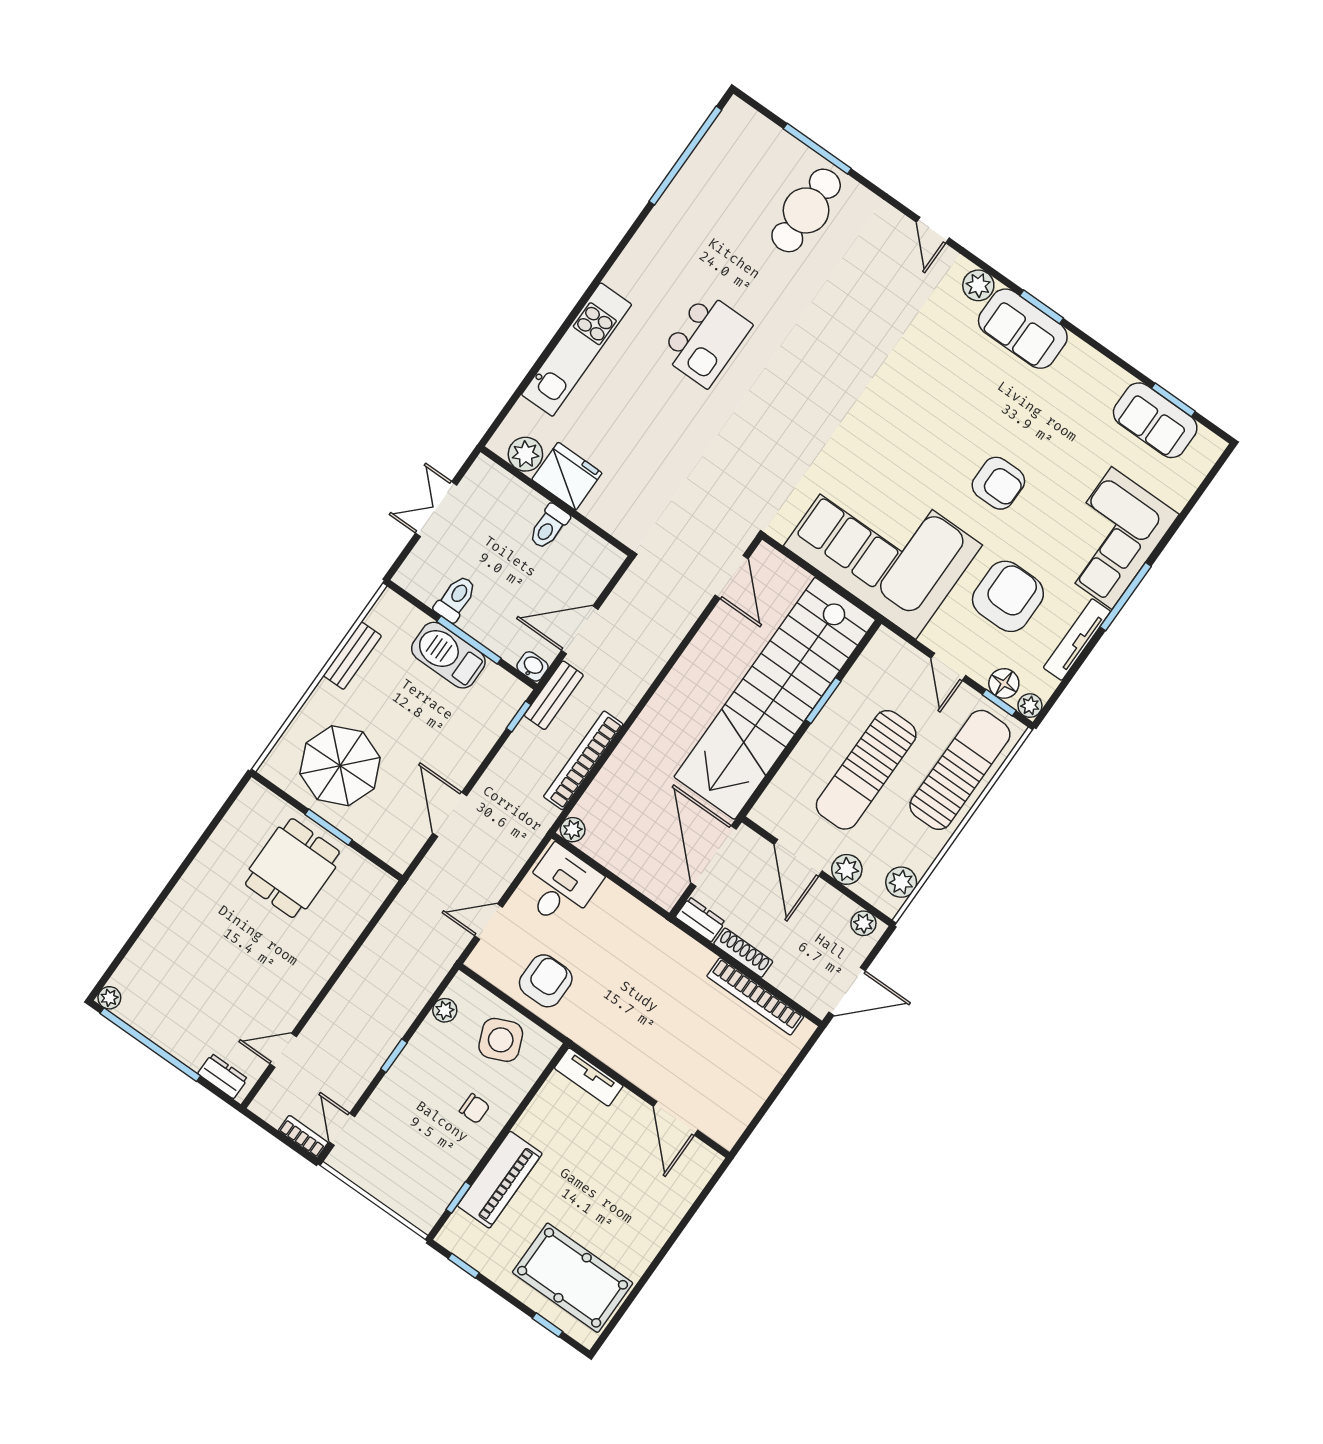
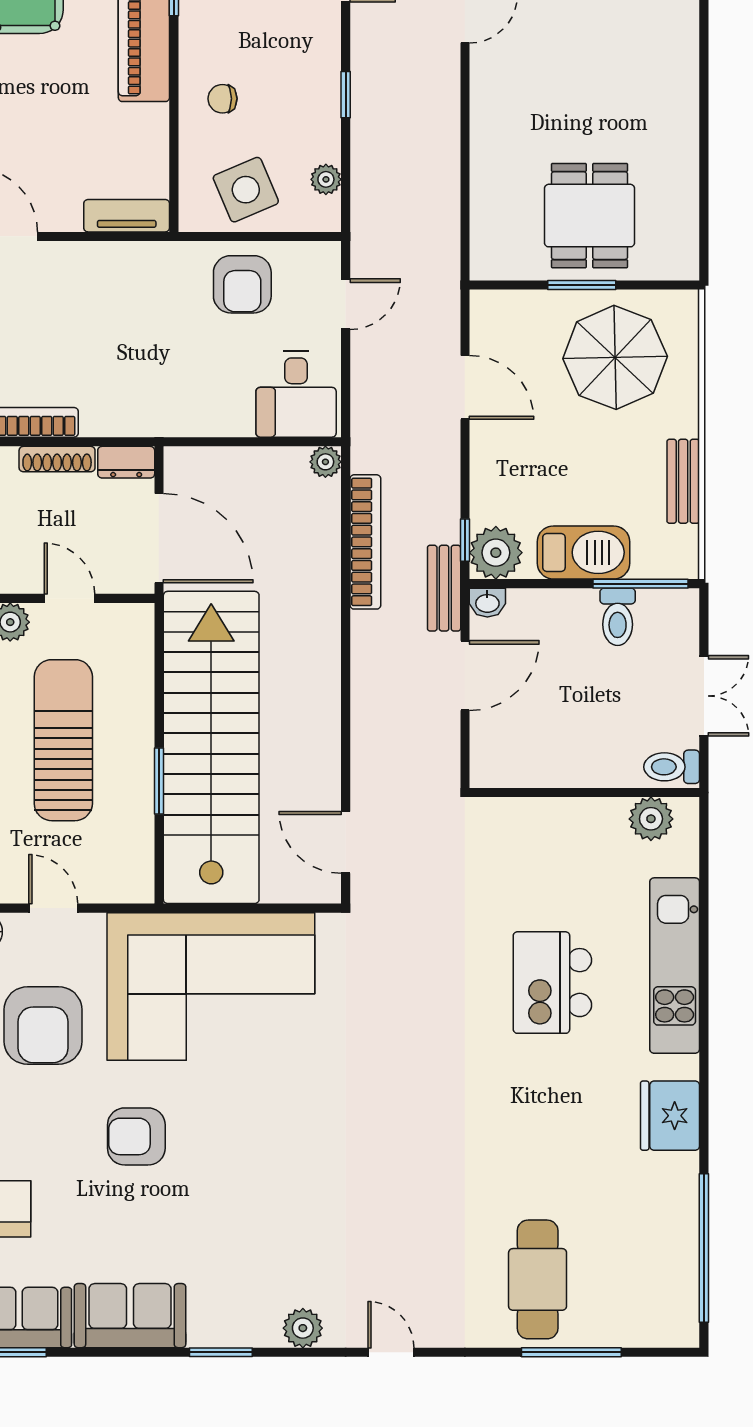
sofa: (1023, 329) -> (130, 1316), moved
kitchen island: (706, 340) -> (552, 983), moved
fridge: (567, 476) -> (670, 1116), moved, turned 90
toilet: (549, 527) -> (672, 767), moved, turned -90
window: (469, 640) -> (640, 584), moved
plant: (505, 695) -> (496, 553), added
door: (798, 858) -> (69, 598), width x0.73

